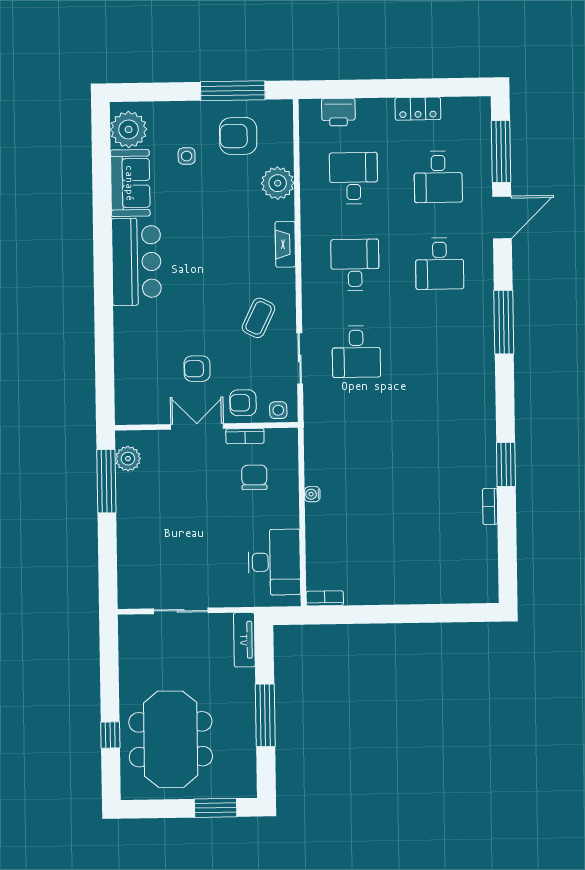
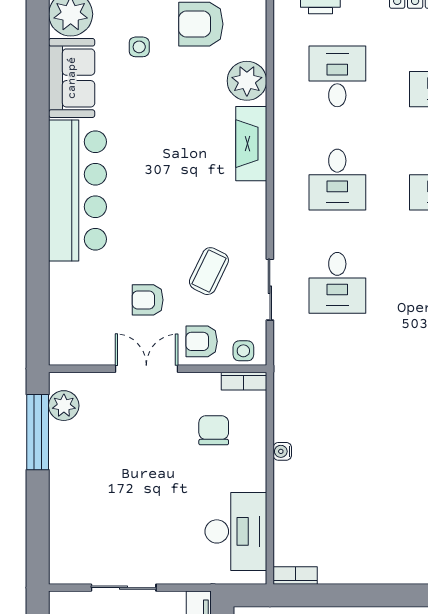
fireplace: (285, 244) -> (251, 144), width x1.37, depth x1.32
bar counter: (136, 262) -> (78, 190), width x1.36
desk: (355, 265) -> (337, 180), turned 180
coffee table: (258, 318) -> (209, 271), moved
bookcase: (245, 436) -> (244, 381), moved

